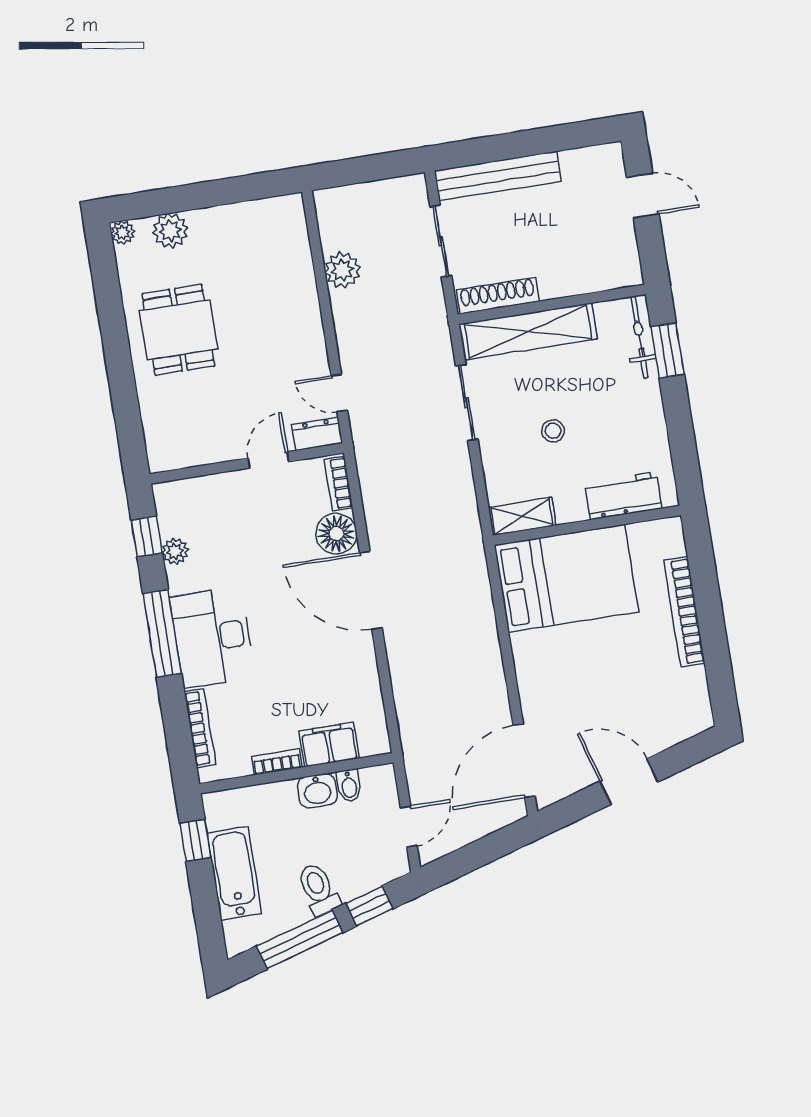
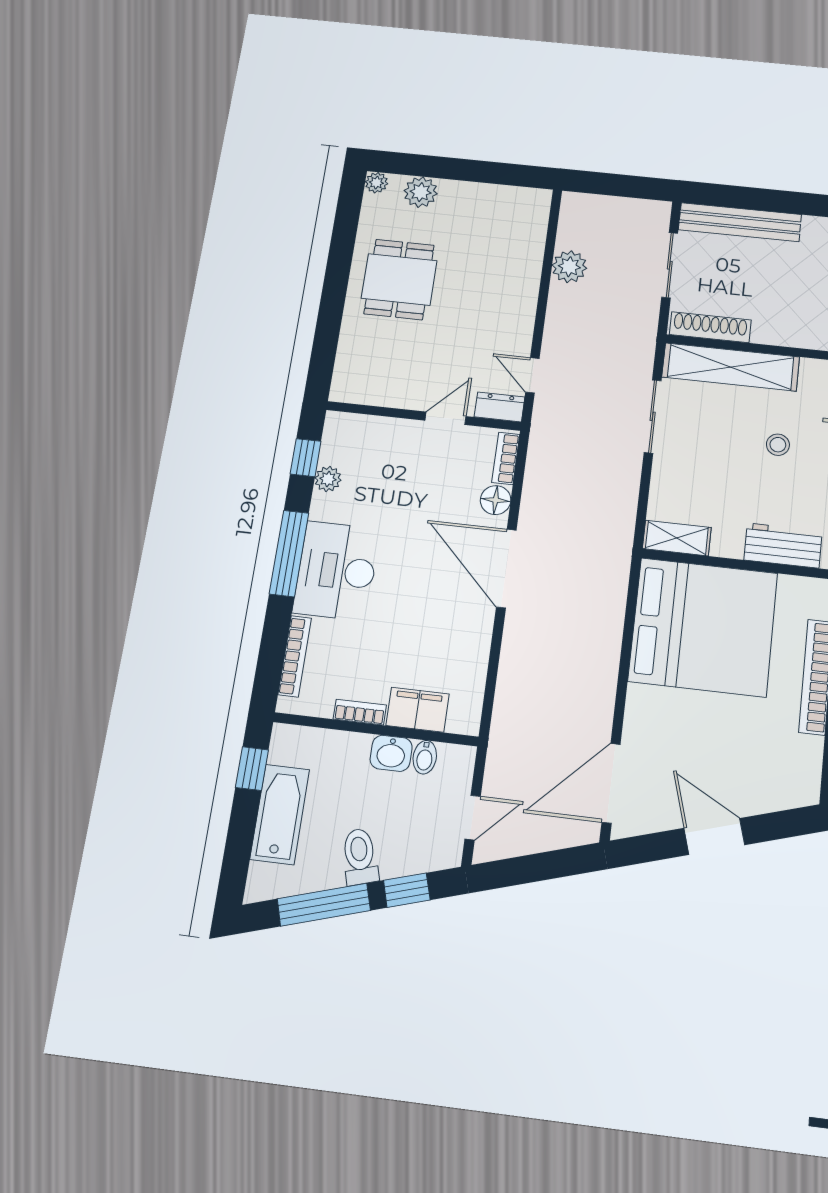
stool: (553, 431) -> (778, 445), moved
floor lamp: (336, 534) -> (496, 500), width x0.73, depth x0.73
bed: (566, 578) -> (703, 627), width x1.36

